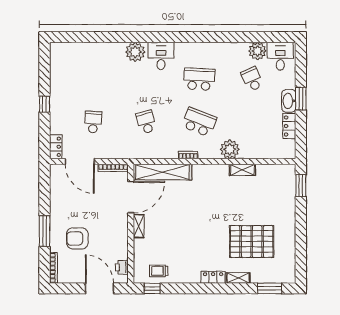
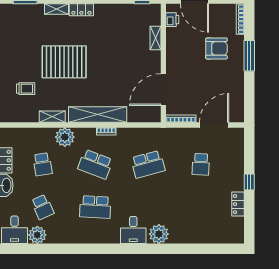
school desk: (146, 122) -> (148, 164), width x1.85
school desk: (252, 122) -> (43, 164), added
locker: (56, 147) -> (238, 204), moved
door: (80, 161) -> (214, 125), hinge flipped
shelving: (163, 172) -> (98, 115), moved
shelving: (139, 226) -> (155, 38), moved
pallet: (252, 242) -> (64, 62), moved
trolley: (159, 271) -> (26, 89), moved

